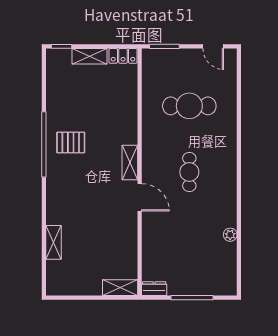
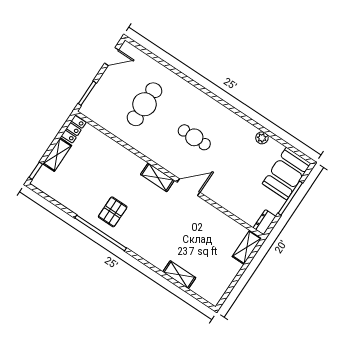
booth: (212, 279) -> (287, 174), added

